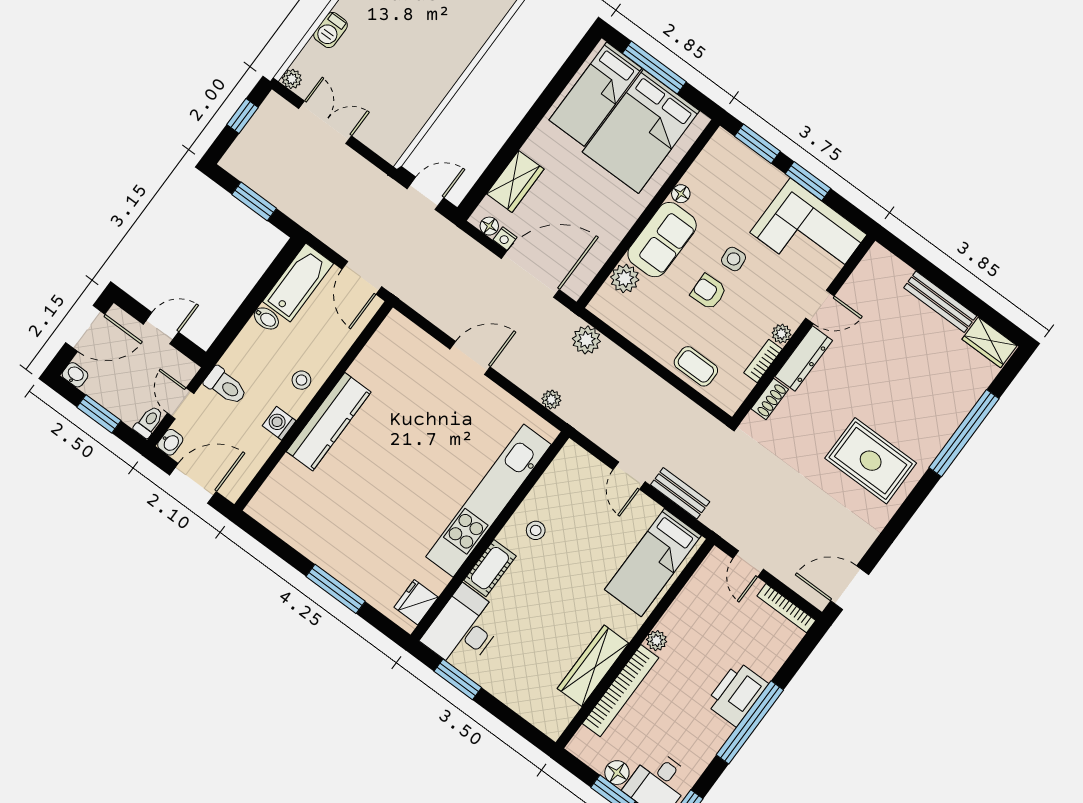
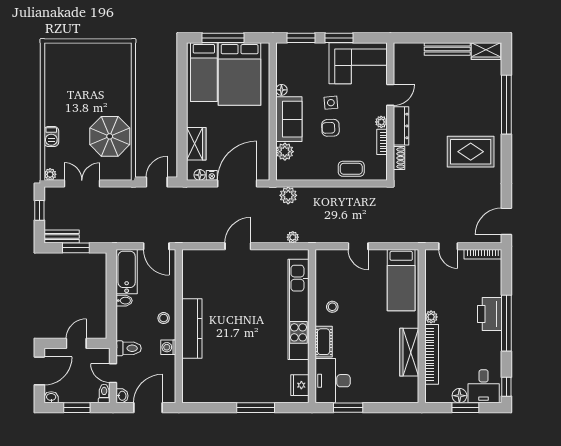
parasol: (408, 87) -> (110, 136), added
bench: (680, 493) -> (62, 236), moved

